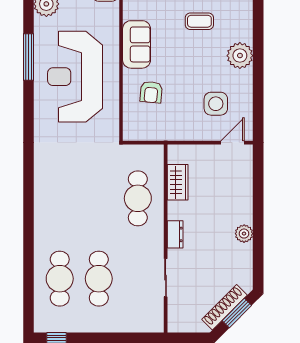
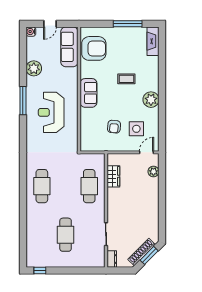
reception desk: (75, 77) -> (51, 112), width x0.74, depth x0.77
armchair: (151, 92) -> (114, 127), moved
dresser: (175, 234) -> (112, 259), moved
plant: (244, 234) -> (153, 172), moved
cafe table: (60, 279) -> (42, 186), moved

